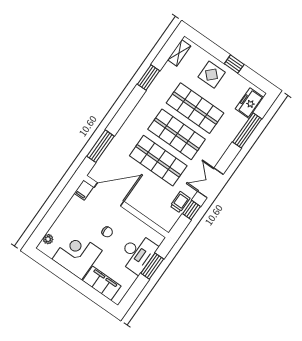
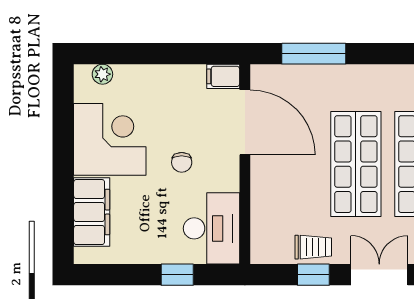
desk: (137, 253) -> (211, 228), moved, turned -90
window: (152, 266) -> (177, 275), width x0.67

